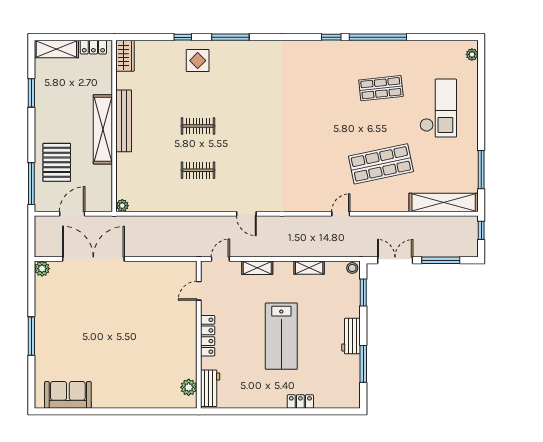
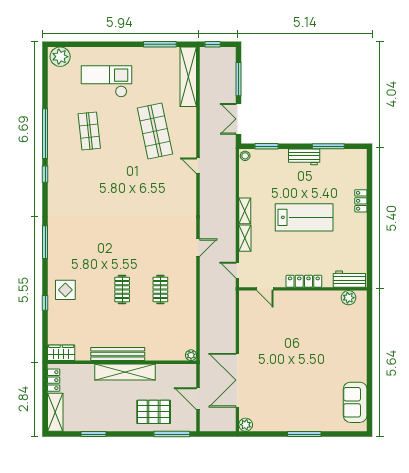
window: (230, 37) -> (45, 242), moved
plant: (472, 54) -> (60, 57), width x1.88, depth x1.88
shelving: (309, 268) -> (245, 211), moved

